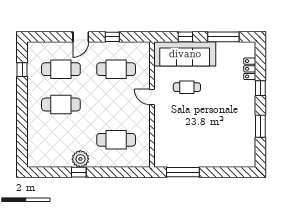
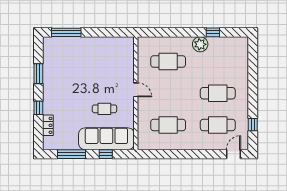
door: (81, 37) -> (233, 154), moved
window: (112, 37) -> (172, 154), removed
door: (152, 97) -> (136, 90), moved
window: (79, 172) -> (213, 32), moved
window: (183, 172) -> (66, 32), moved

